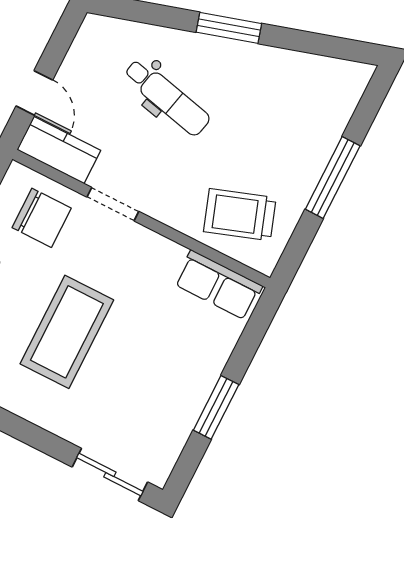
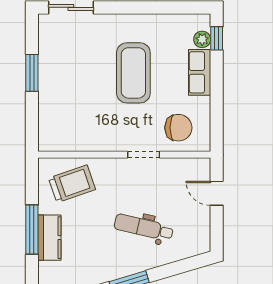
kitchen counter: (59, 150) -> (49, 238), moved, turned -90
chair: (42, 218) -> (178, 128), turned 180
row of seats: (218, 285) -> (64, 140), removed

